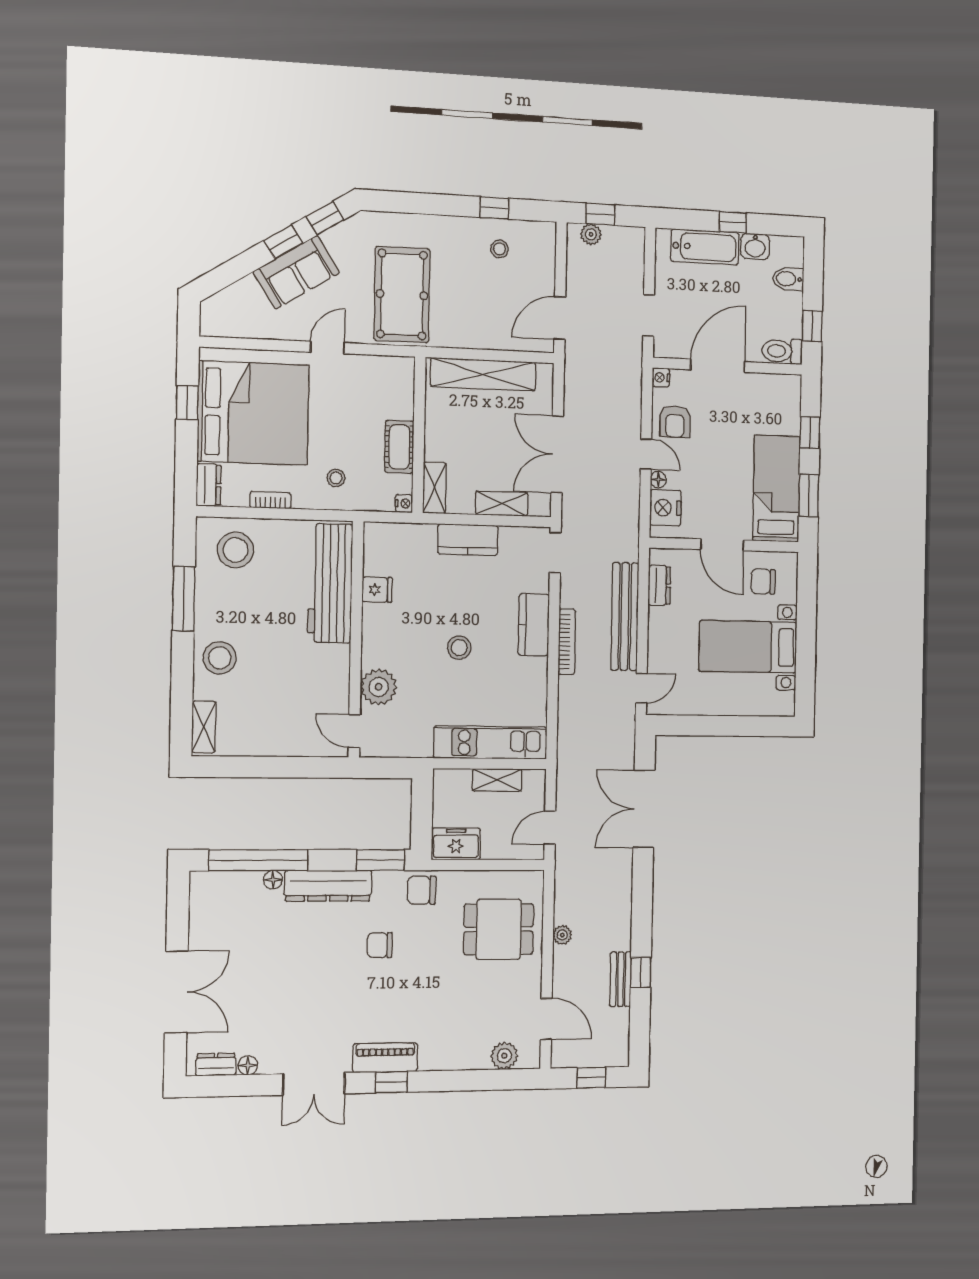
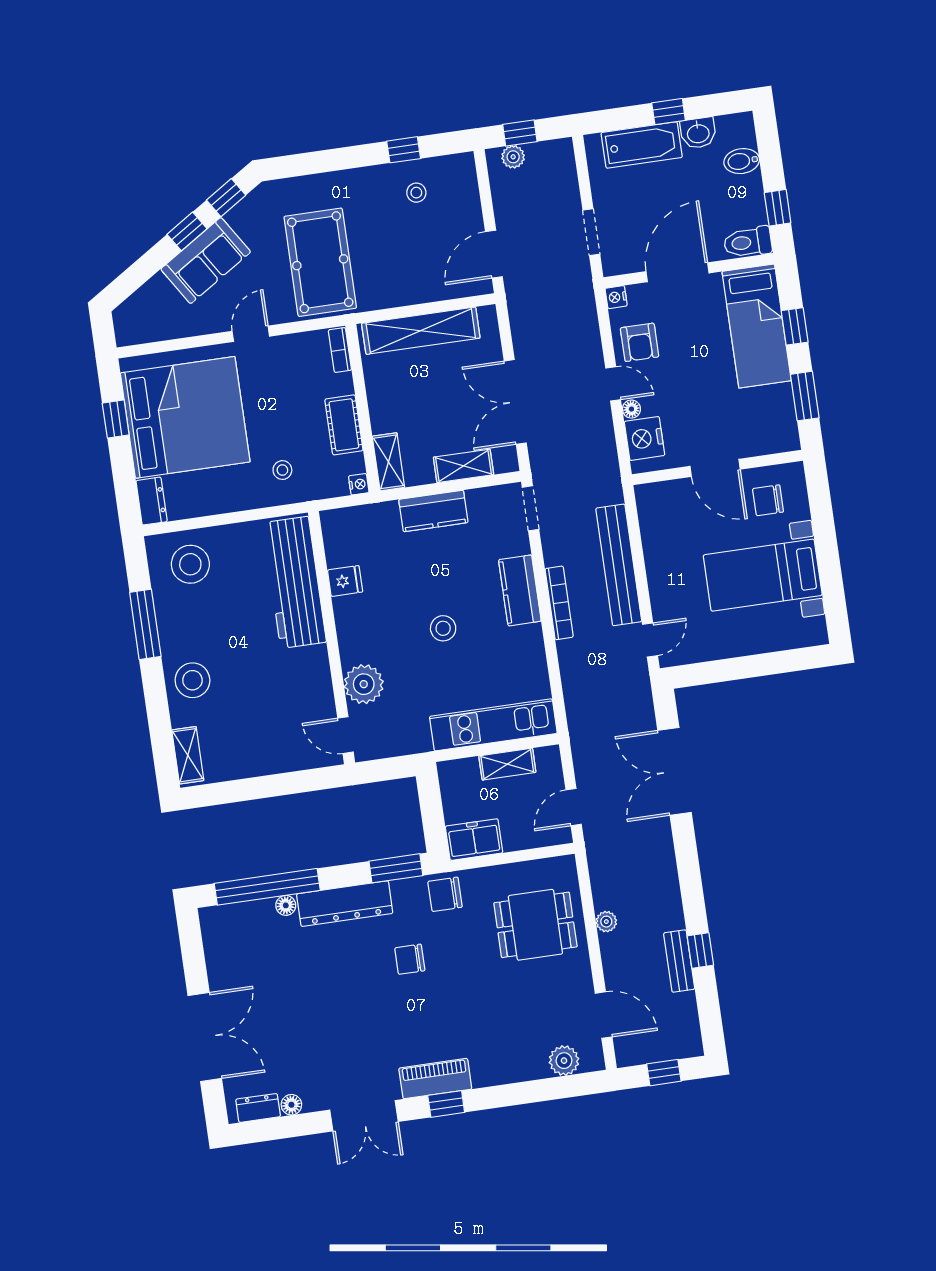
bed: (777, 489) -> (757, 326), moved, turned 180
bookcase: (270, 500) -> (340, 350), moved, turned -90
dresser: (659, 585) -> (652, 524), removed

